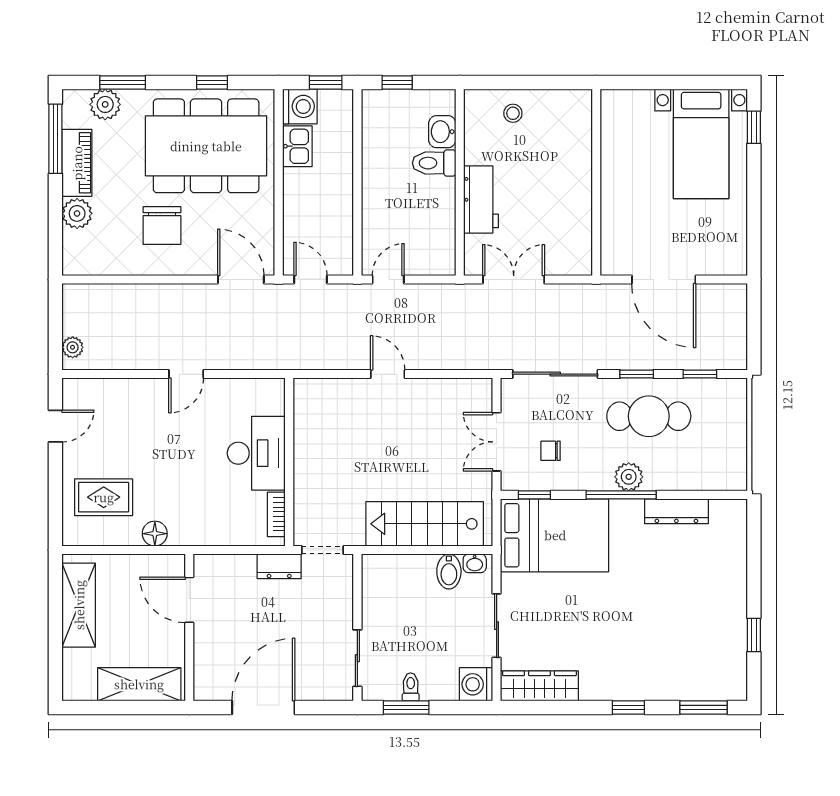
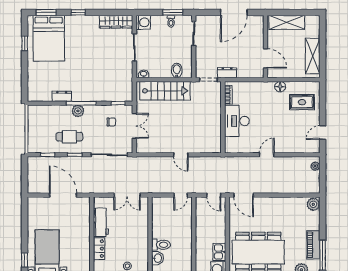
locker: (579, 154) -> (99, 249), added
workbench: (481, 199) -> (101, 222), moved, turned 180
plant: (77, 213) -> (313, 204), moved
chair: (162, 226) -> (277, 218), removed
cafe table: (649, 416) -> (69, 137), width x0.73, depth x0.74
dresser: (676, 511) -> (62, 96), width x0.70
bed: (555, 535) -> (49, 38), moved, turned -90
bidet: (449, 571) -> (177, 71), moved

